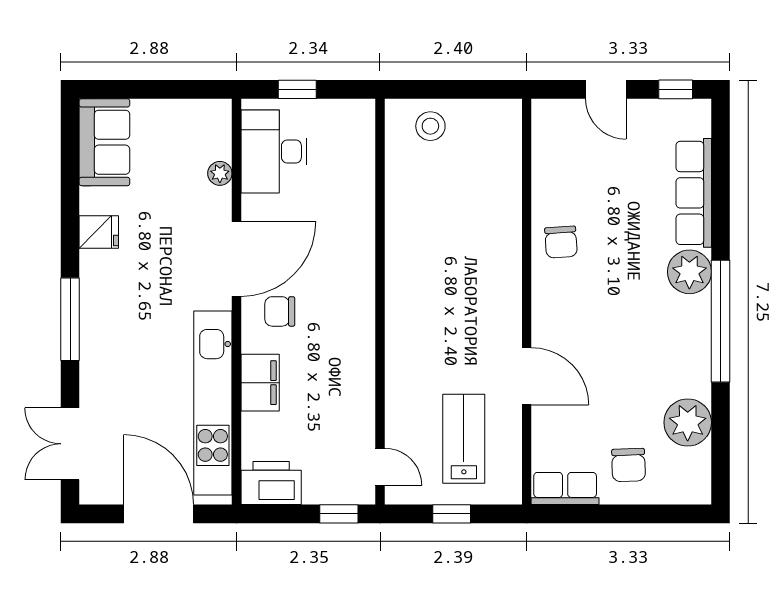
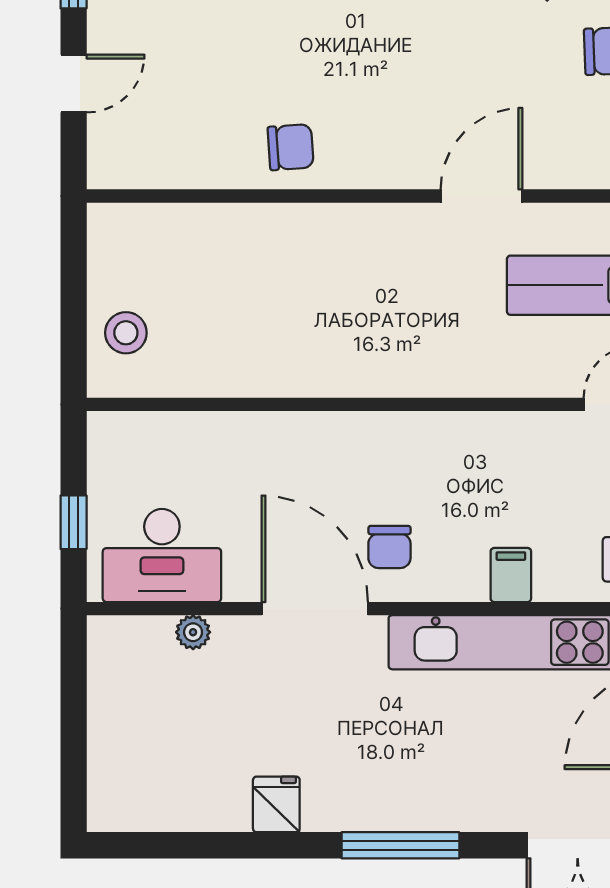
sofa: (104, 142) -> (149, 796), removed
filing cabinet: (260, 383) -> (511, 575), width x0.50

